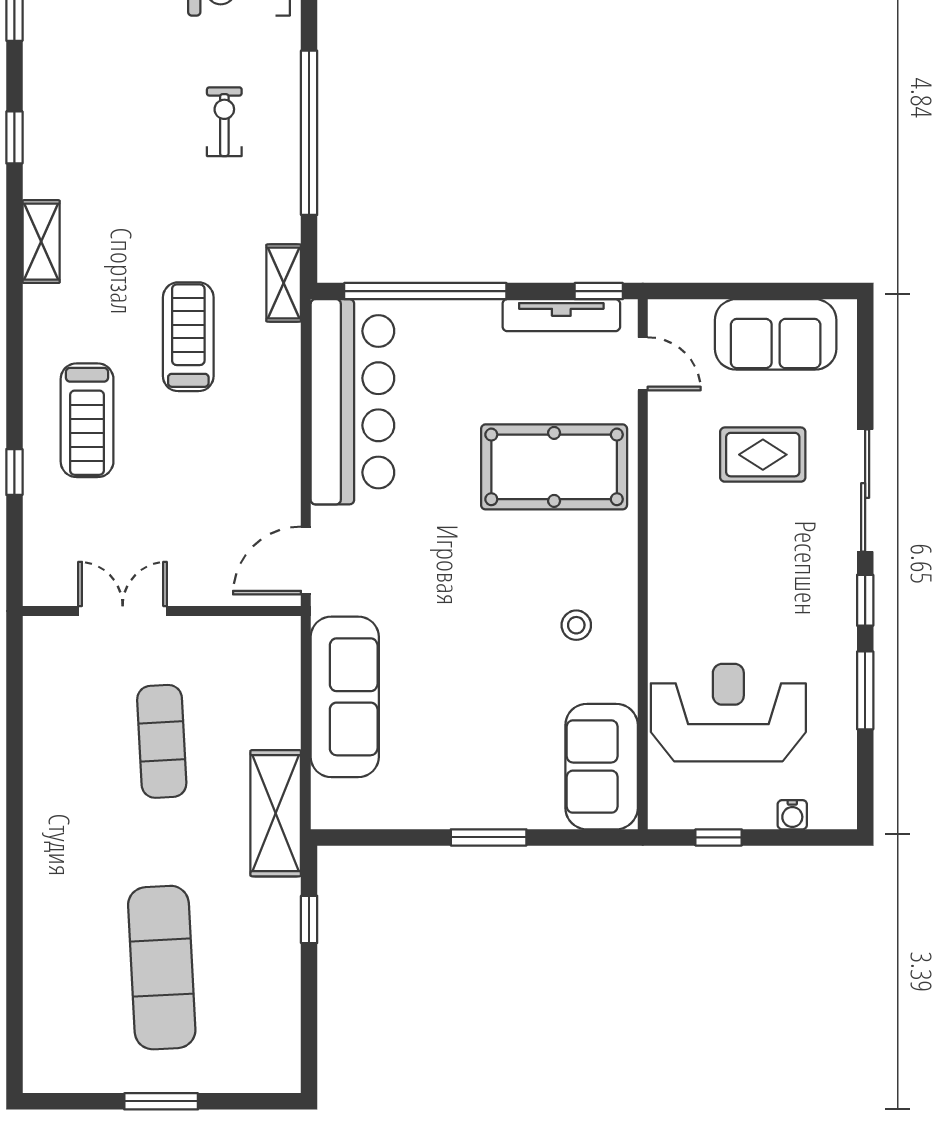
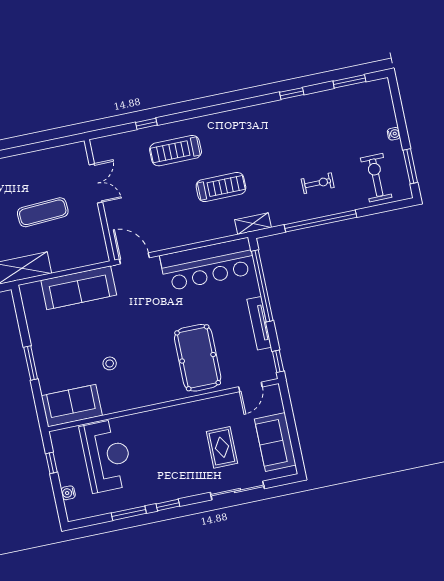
shelving: (41, 242) -> (249, 114), removed
tv unit: (561, 315) -> (259, 323), moved
sliding door: (865, 490) -> (237, 490), moved
stool: (576, 625) -> (110, 363), moved

